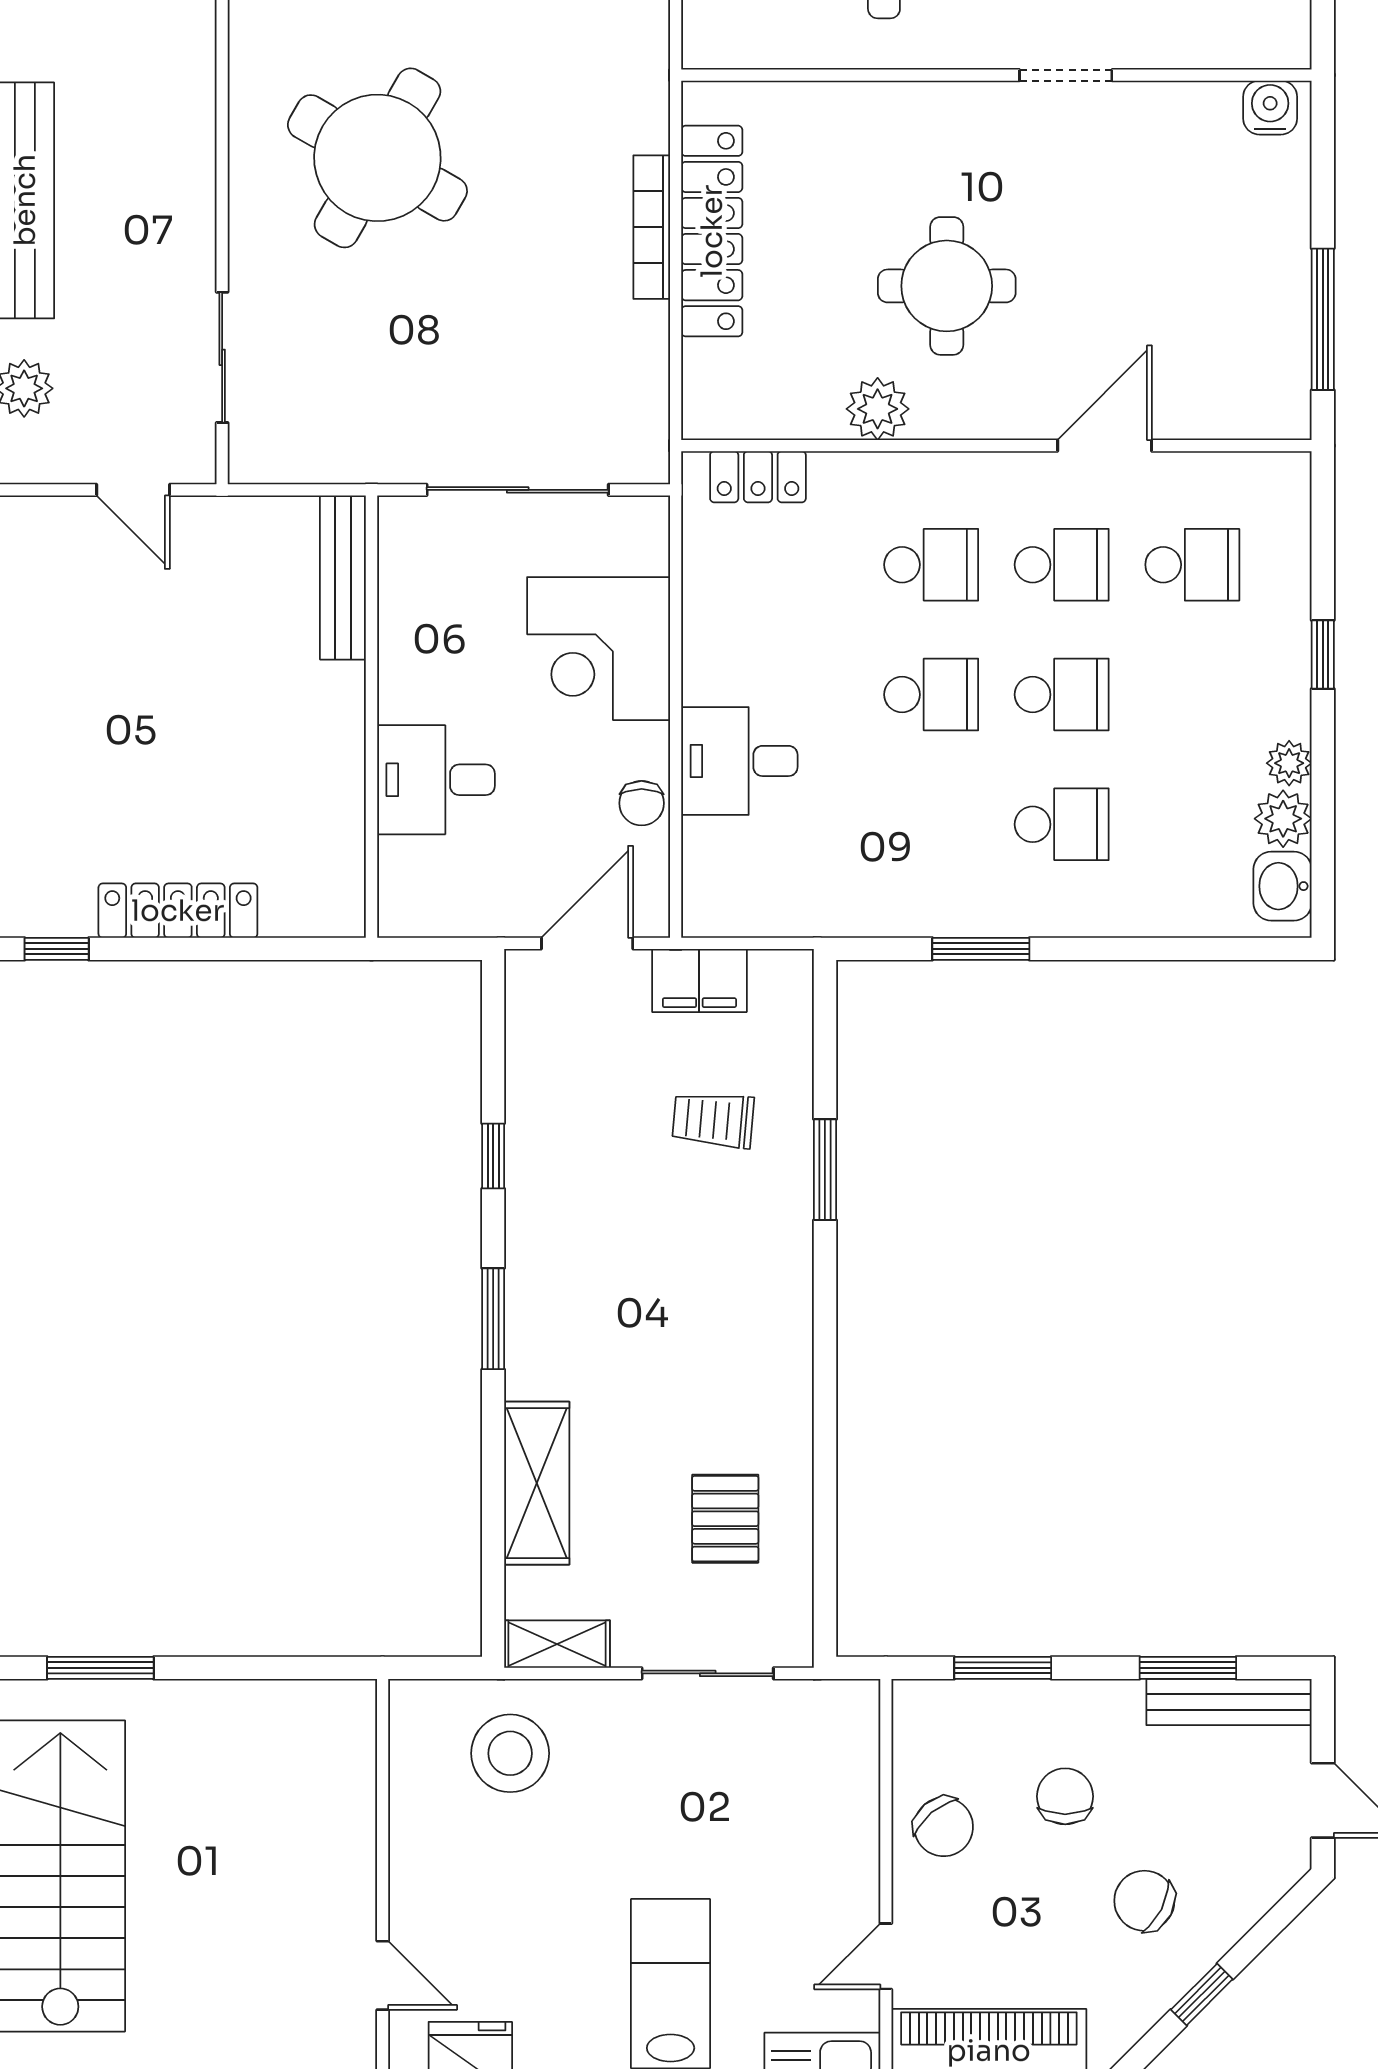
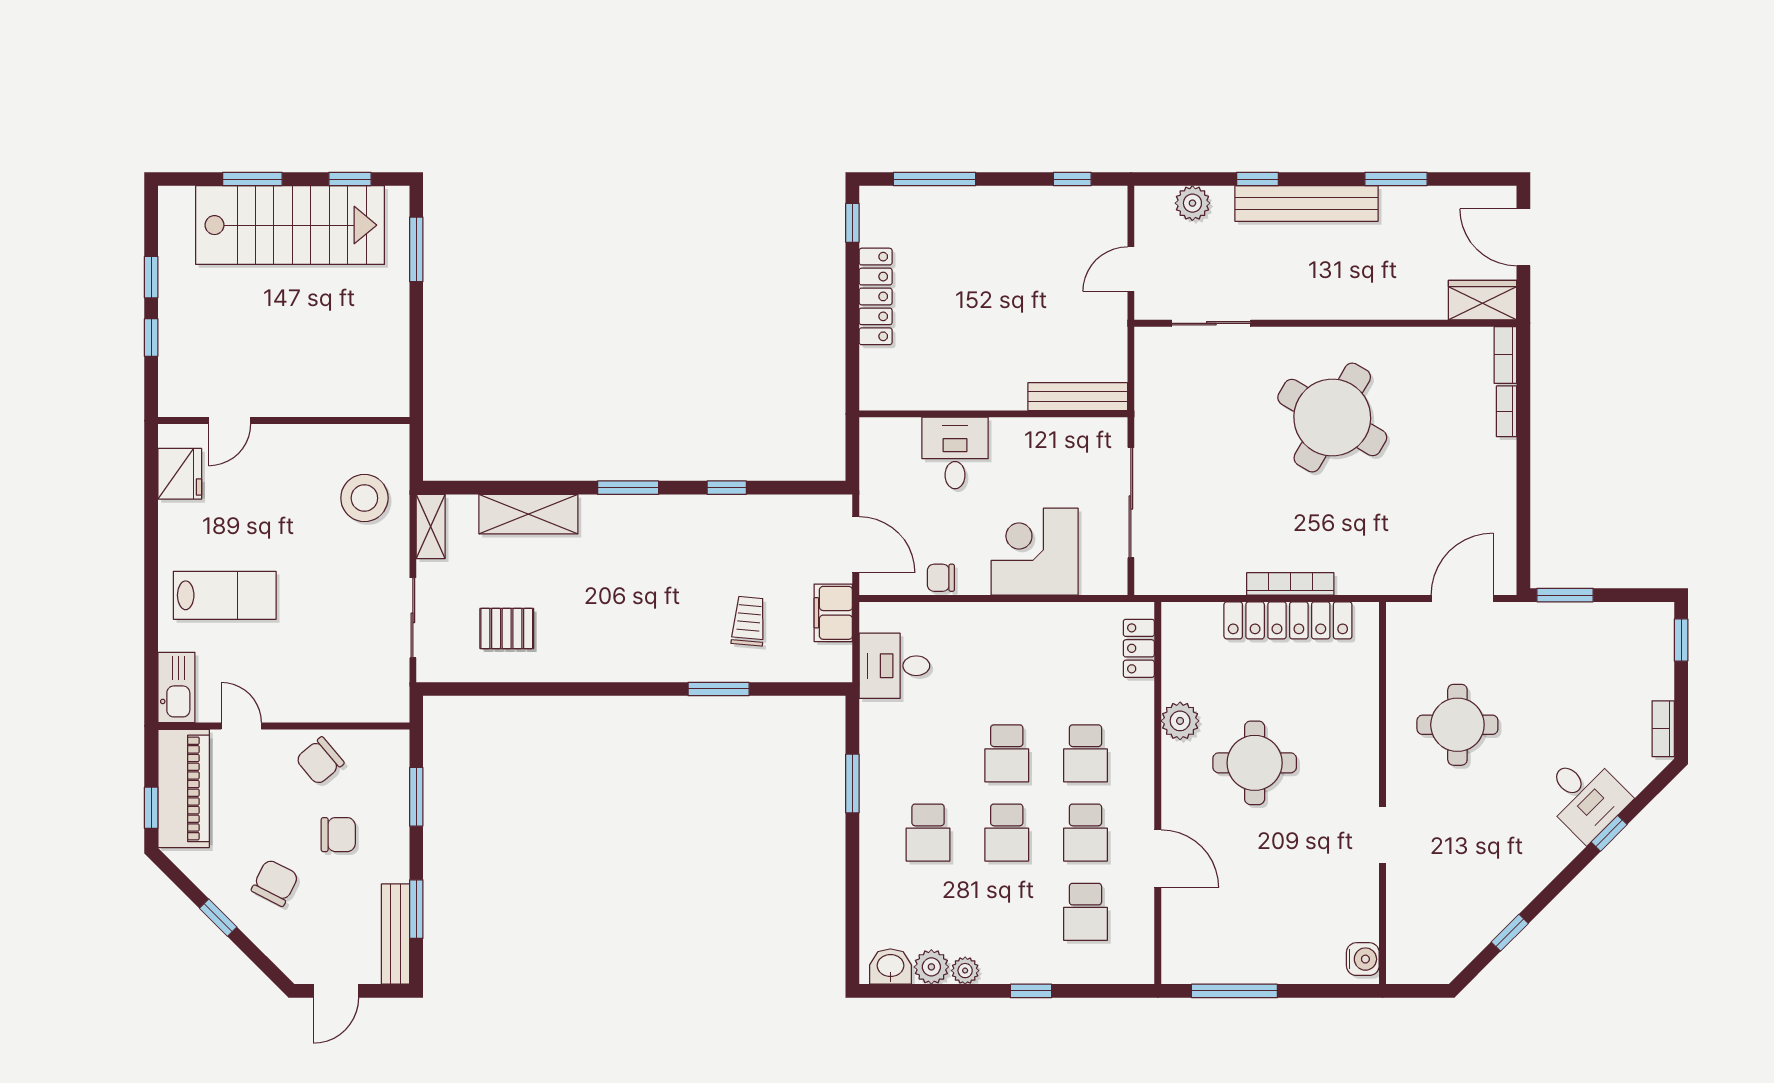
desk: (739, 761) -> (894, 666), moved, turned -90

